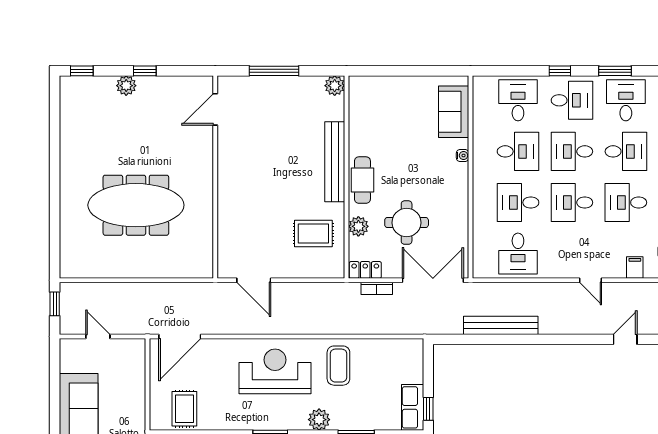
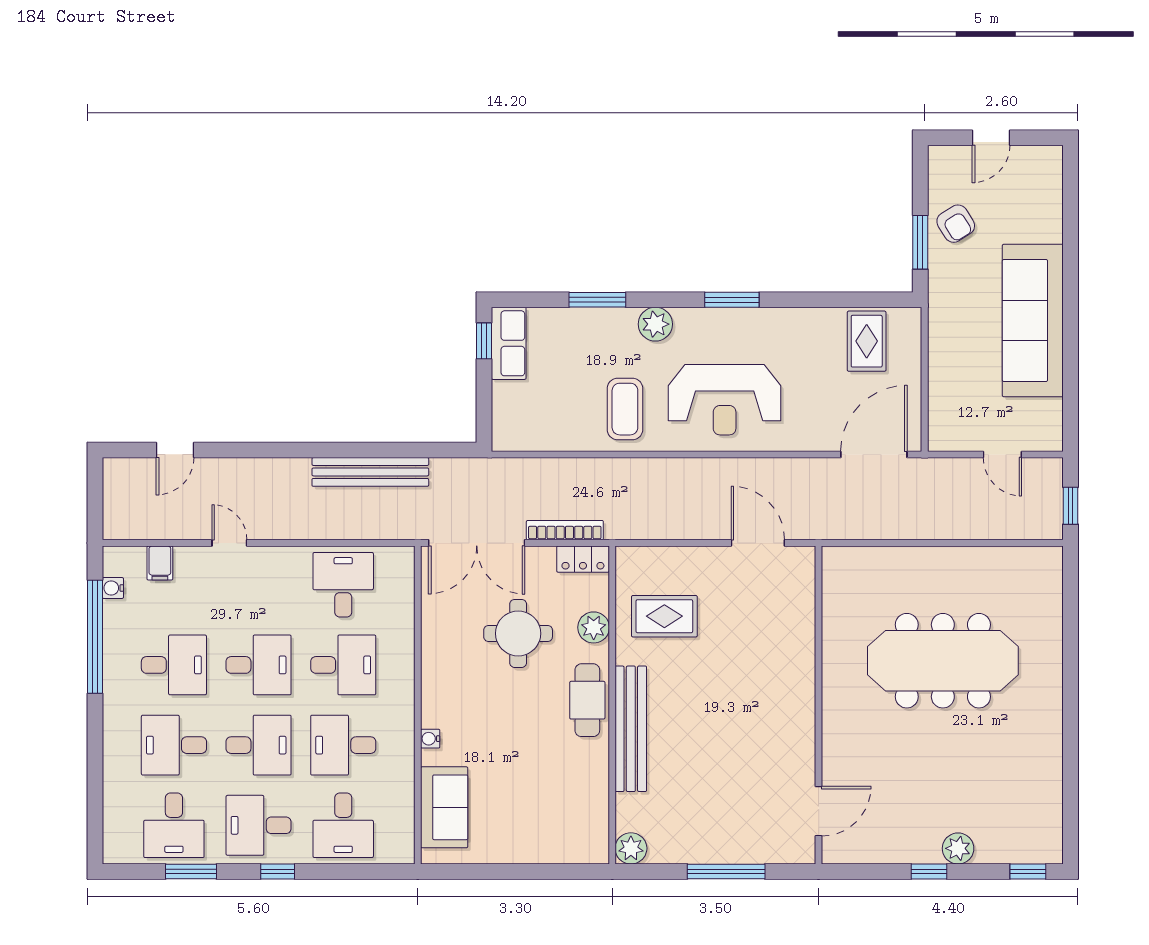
bookcase: (377, 288) -> (565, 530), width x1.56

